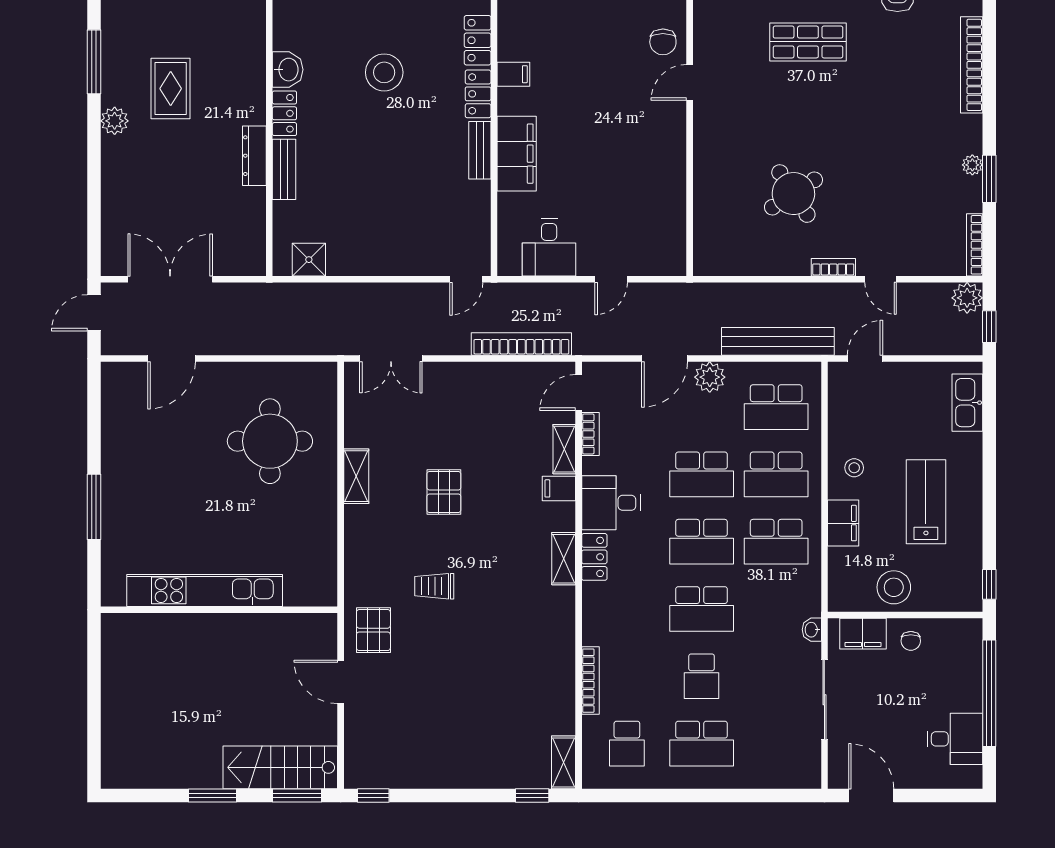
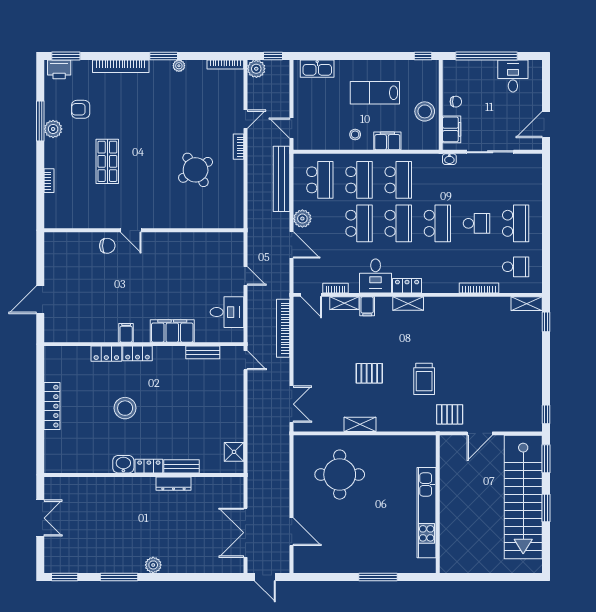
rug: (171, 89) -> (134, 532), removed
bench: (480, 150) -> (203, 352), moved
window: (989, 179) -> (164, 56), moved
trolley: (434, 586) -> (424, 379), width x1.36, depth x1.39
stairs: (280, 767) -> (523, 497), width x1.86, depth x1.51

